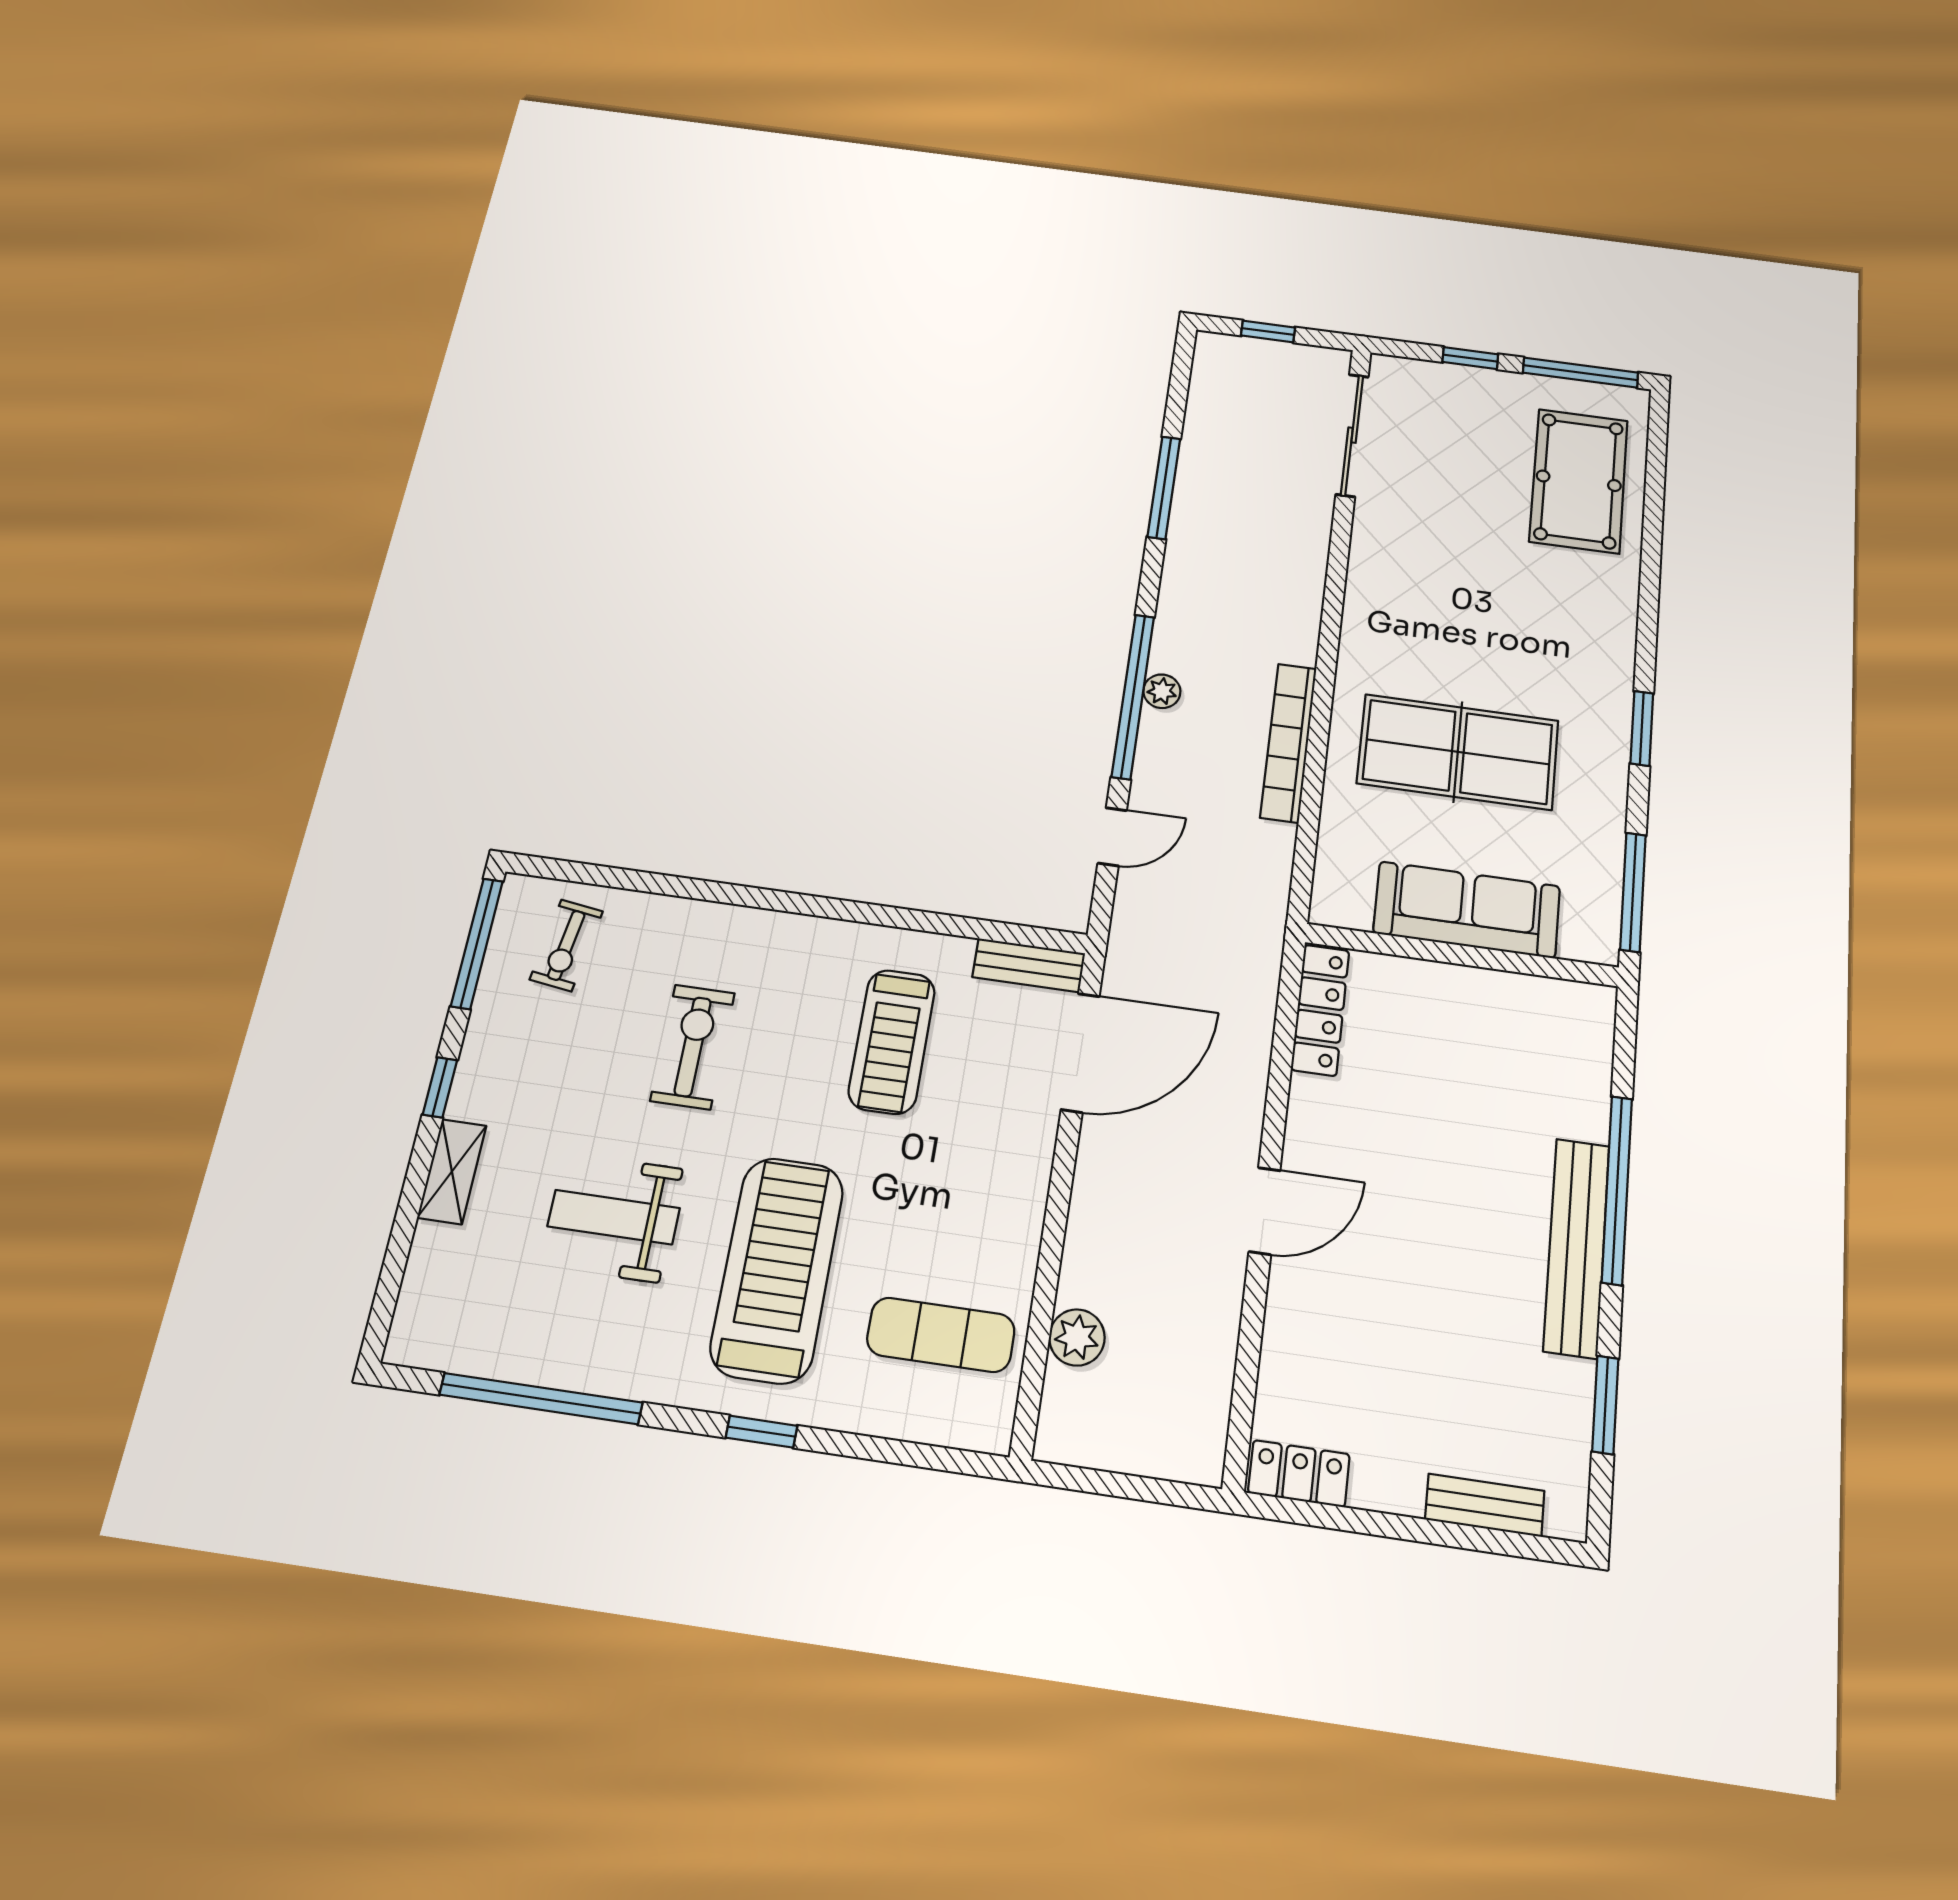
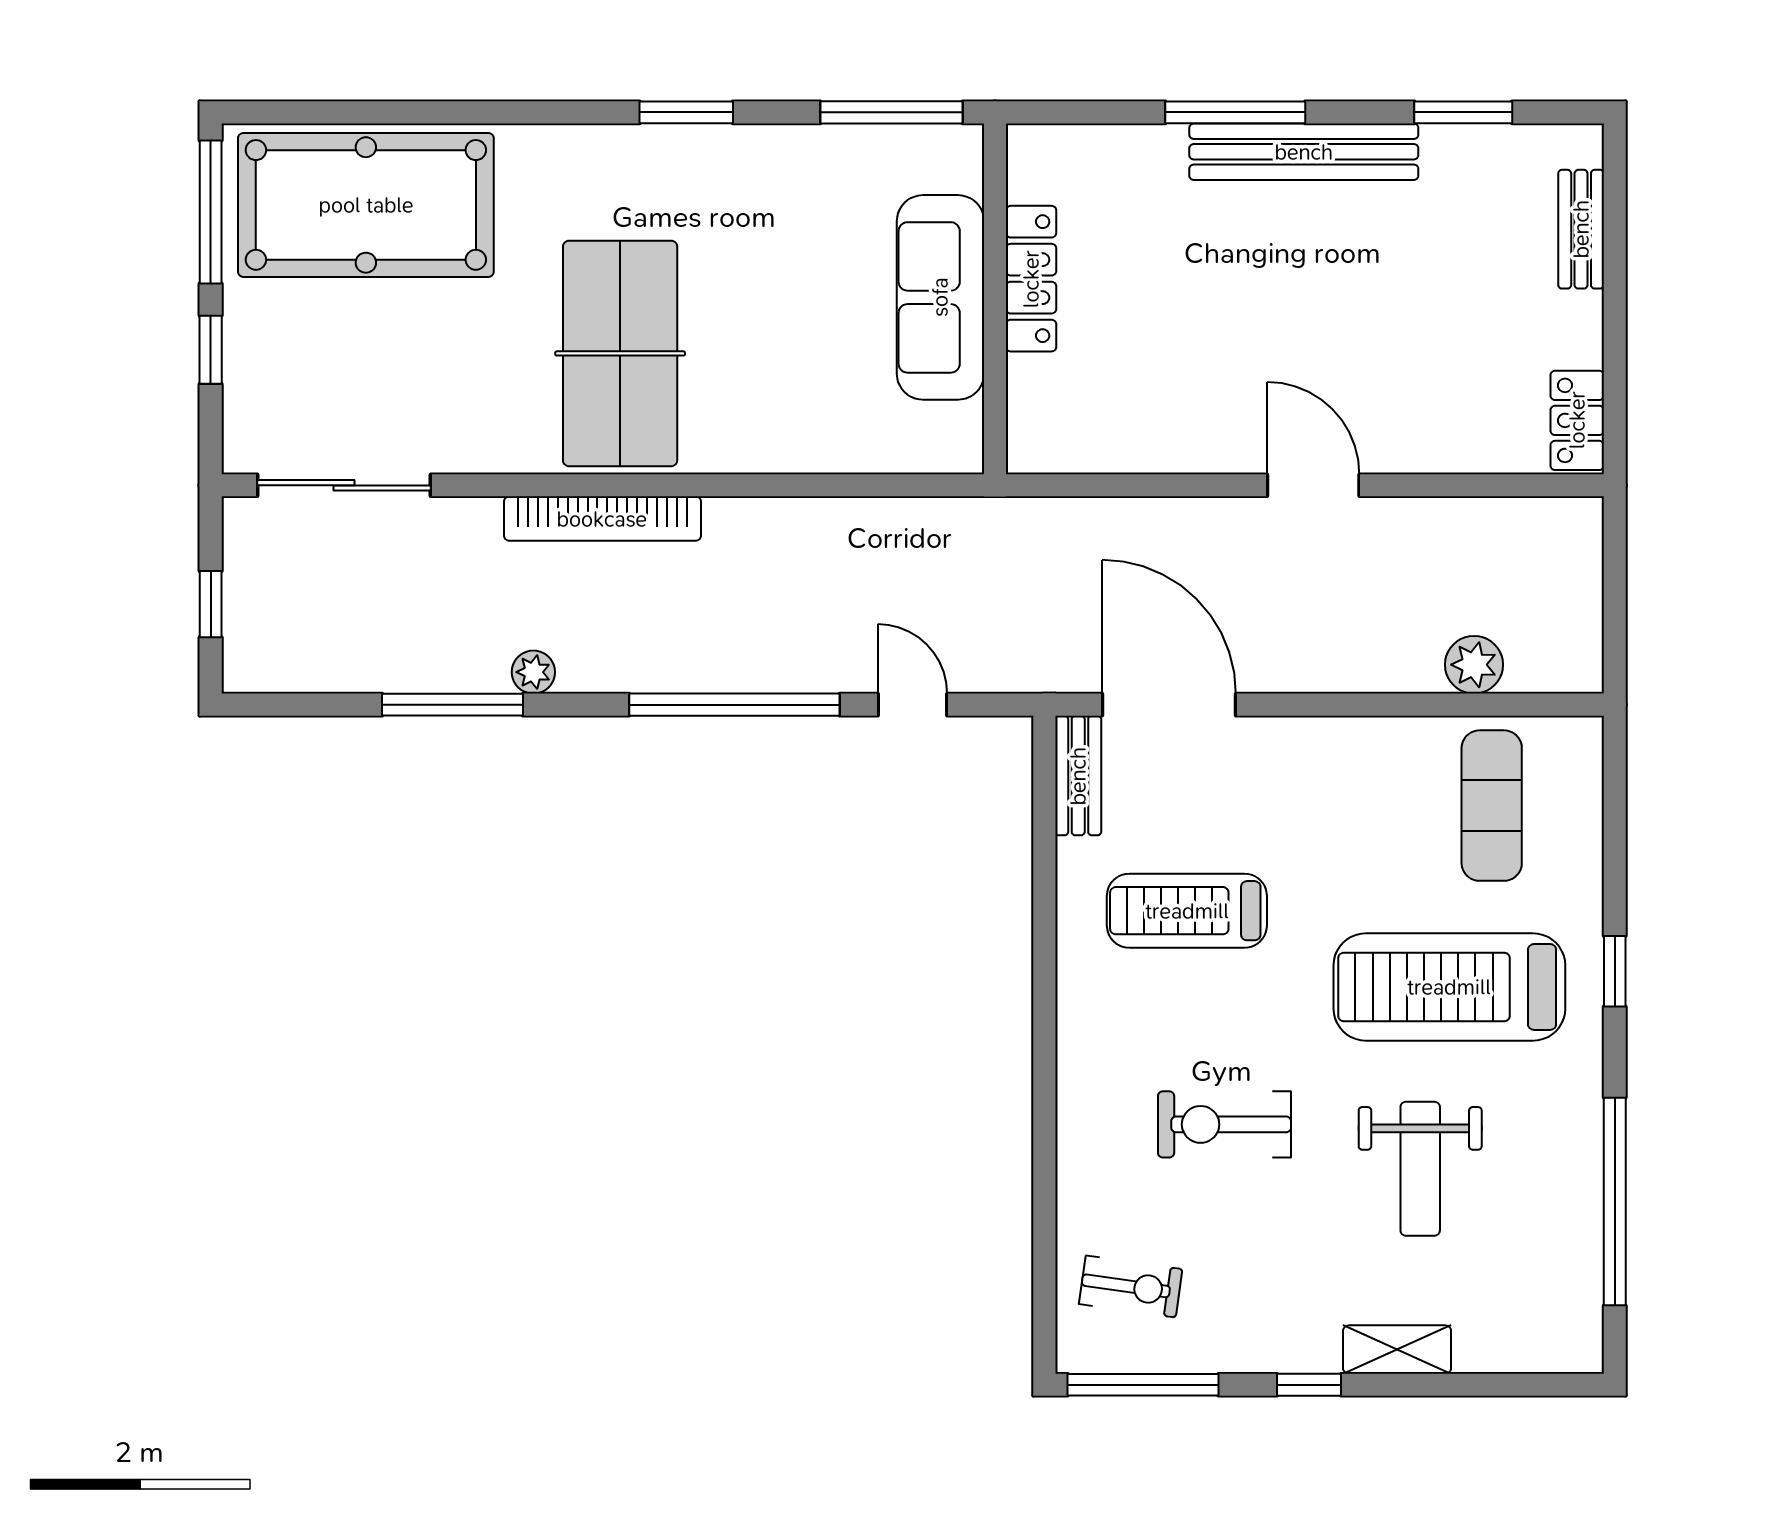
pool table: (1579, 481) -> (366, 205), width x1.36, depth x1.32
plant: (1162, 691) -> (533, 672), moved
bookcase: (1288, 742) -> (602, 519), moved
table tennis table: (1458, 752) -> (620, 353), moved
locker: (1320, 1010) -> (1031, 279), moved, turned 90
treadmill: (892, 1041) -> (1187, 911), turned 180
window: (1617, 1190) -> (1235, 112), width x0.68

